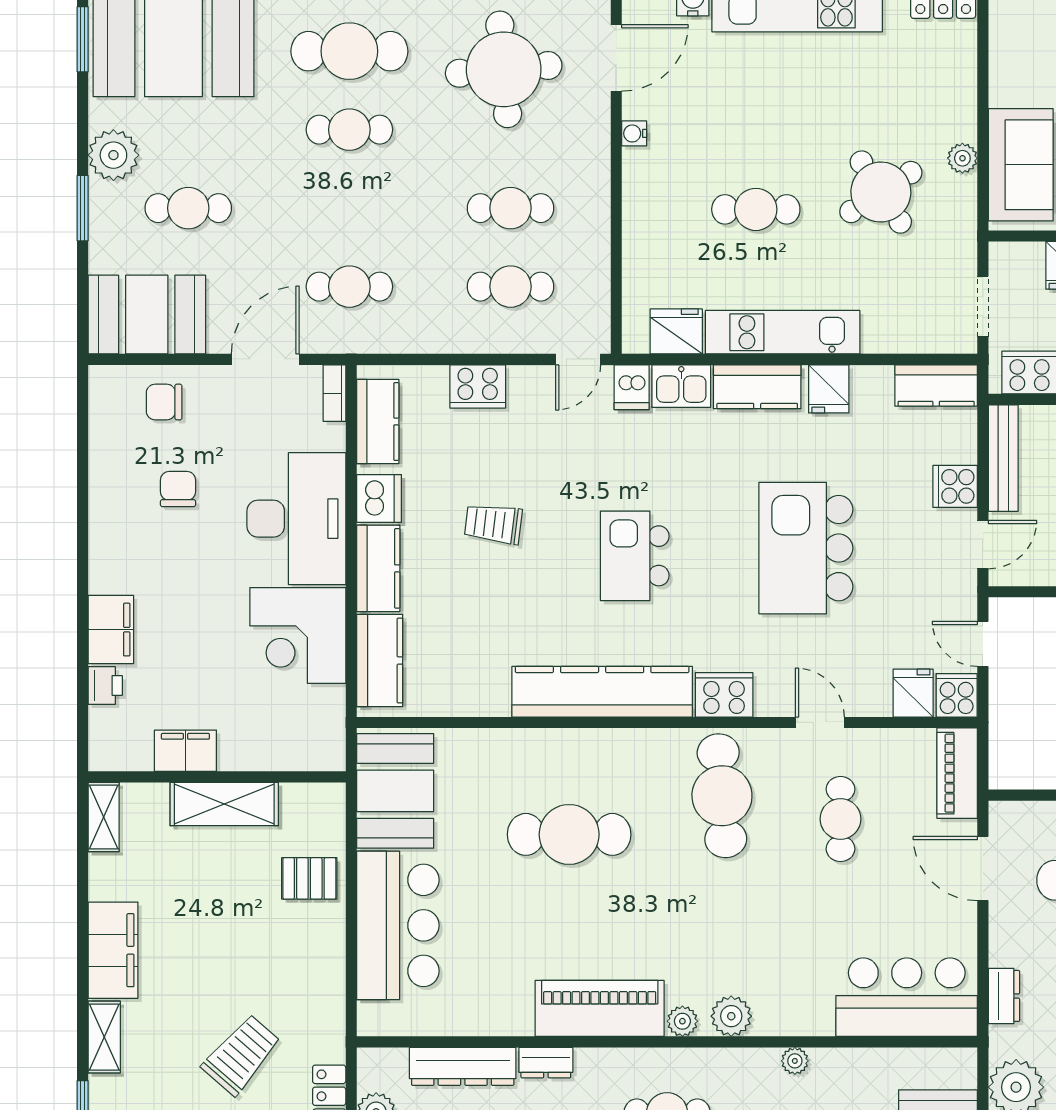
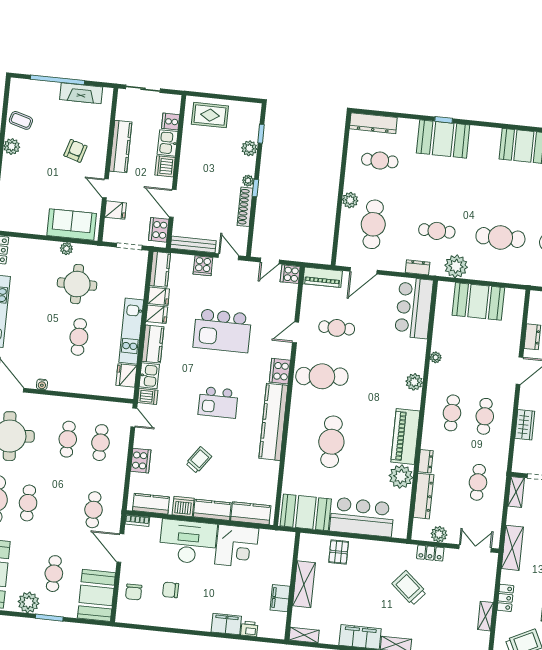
round table: (881, 192) -> (77, 284), turned 33
trolley: (493, 524) -> (199, 460), turned -151
fridge: (913, 693) -> (159, 296), moved, turned 180
plant: (682, 1021) -> (401, 477), moved, width x1.88, depth x1.88

